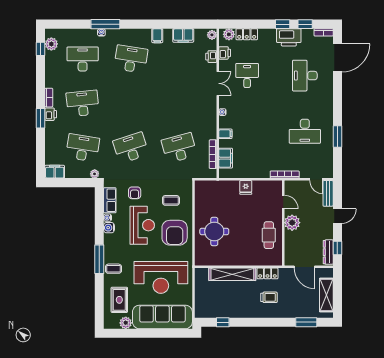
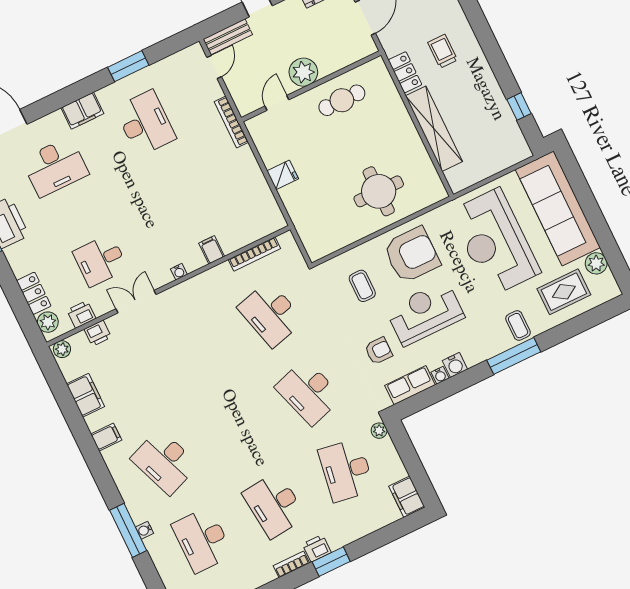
desk: (131, 59) -> (165, 462), turned -30
filing cabinet: (226, 158) -> (82, 111), moved, turned 180
reception desk: (161, 277) -> (495, 242), turned 180

